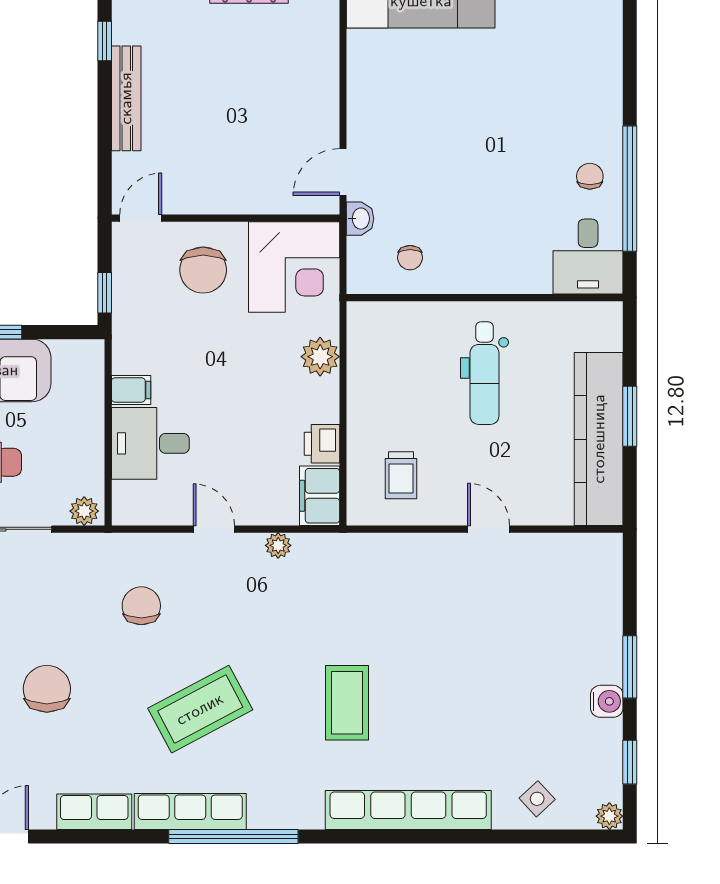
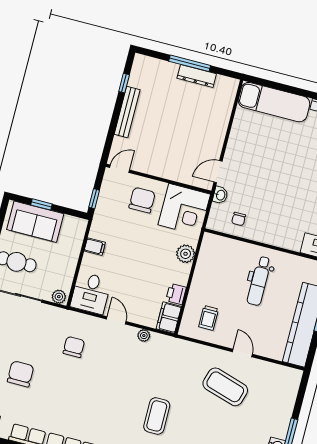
chair: (203, 270) -> (142, 200), turned 180
desk: (150, 443) -> (91, 293), moved, turned -90
coffee table: (200, 709) -> (225, 387), moved, turned 45

